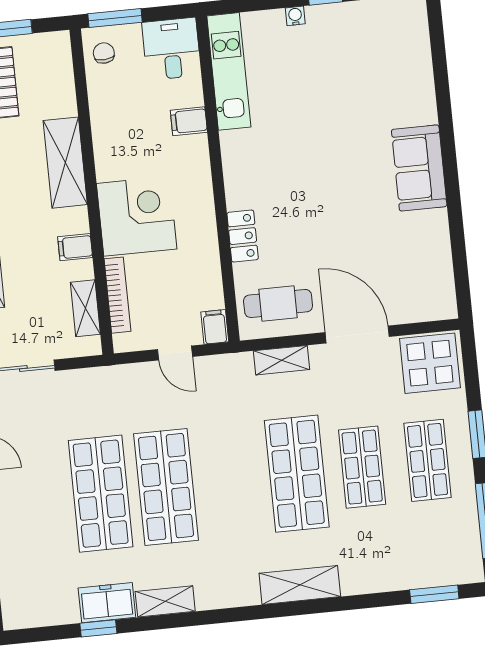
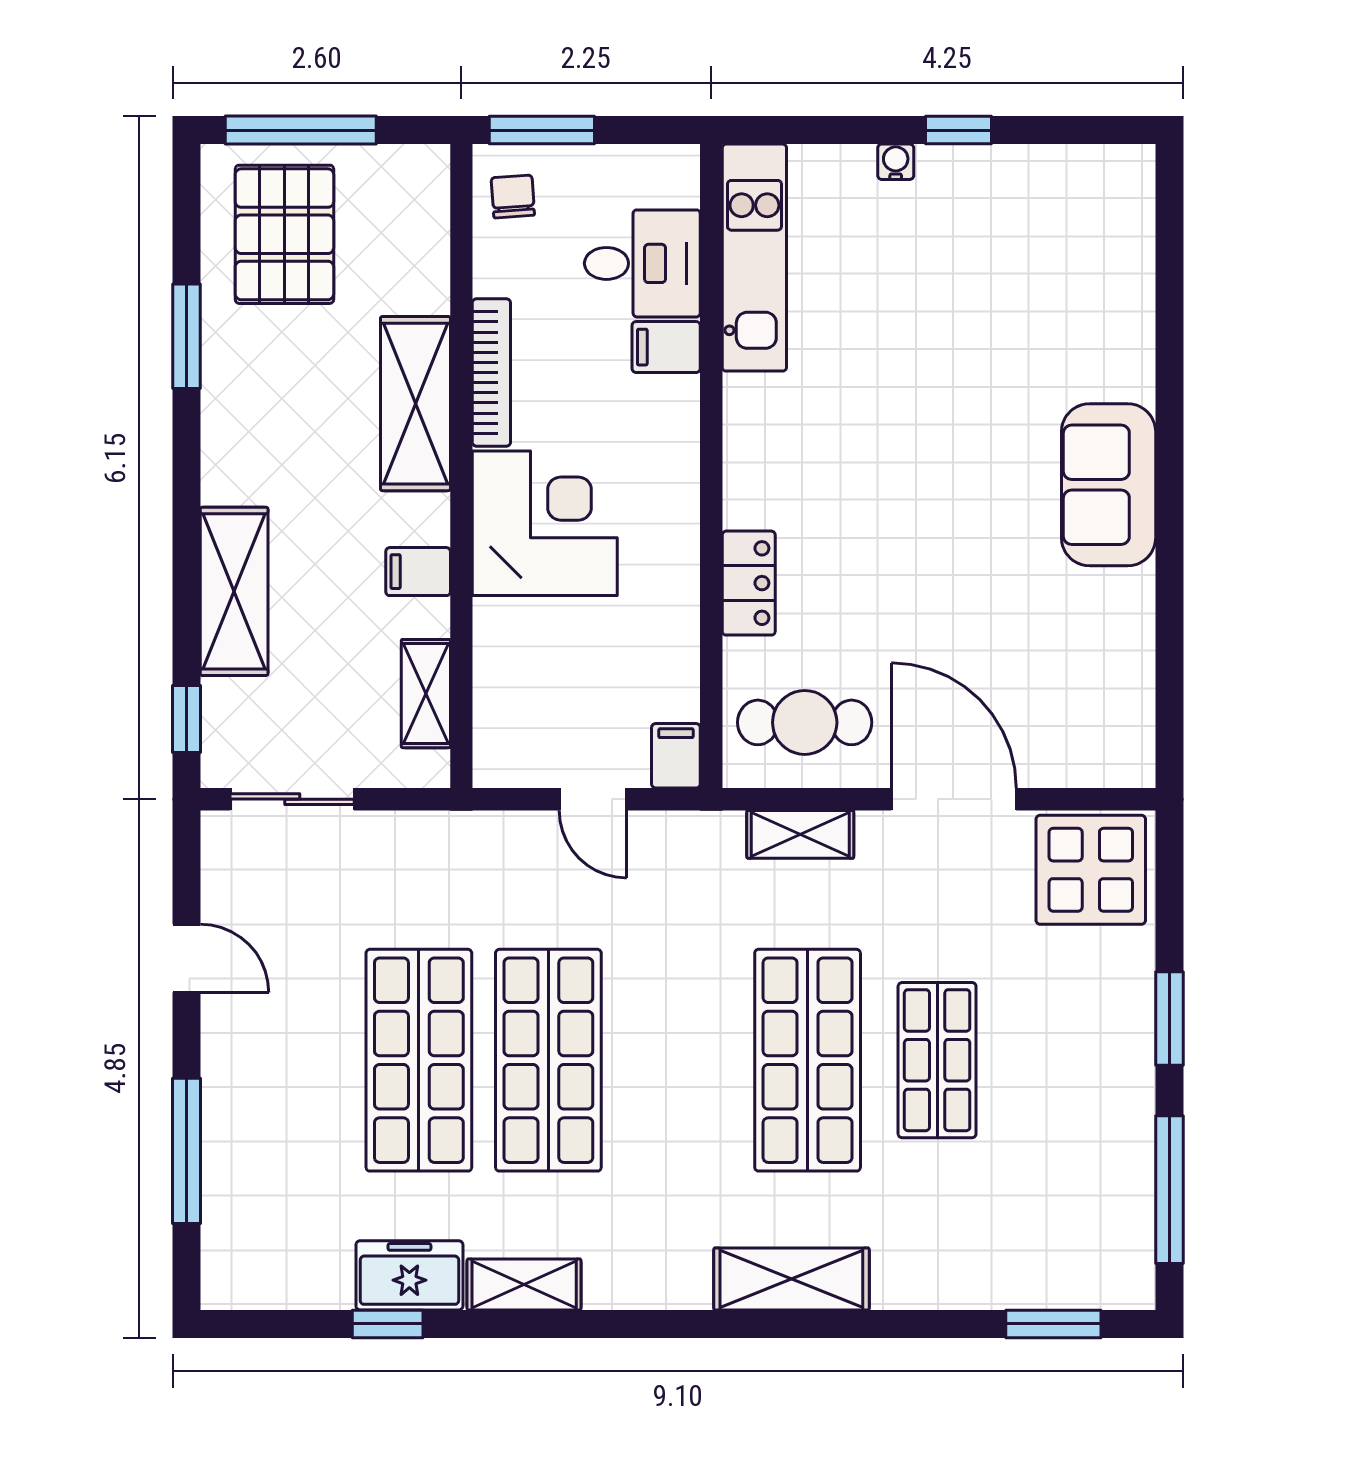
desk: (172, 49) -> (642, 263), moved, turned 90
bookcase: (117, 295) -> (491, 373), moved
shop shelf: (427, 460) -> (1067, 1060), removed

